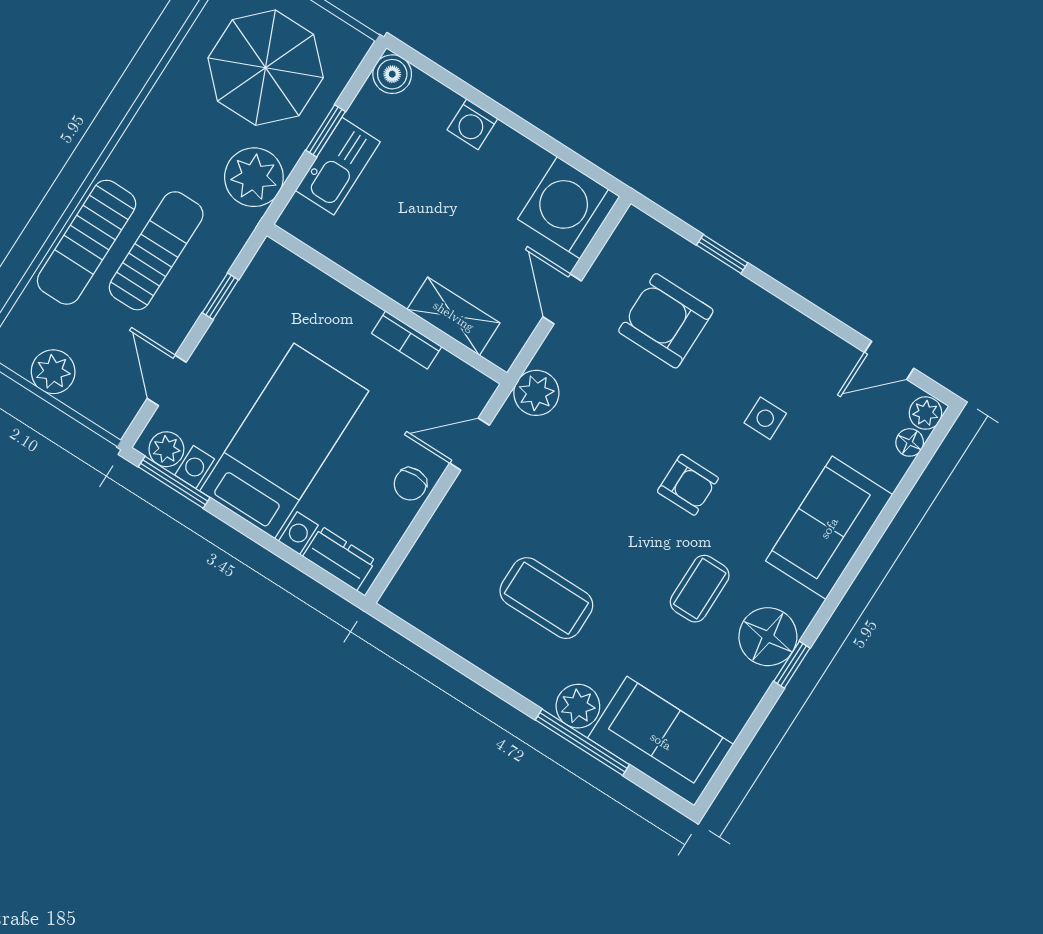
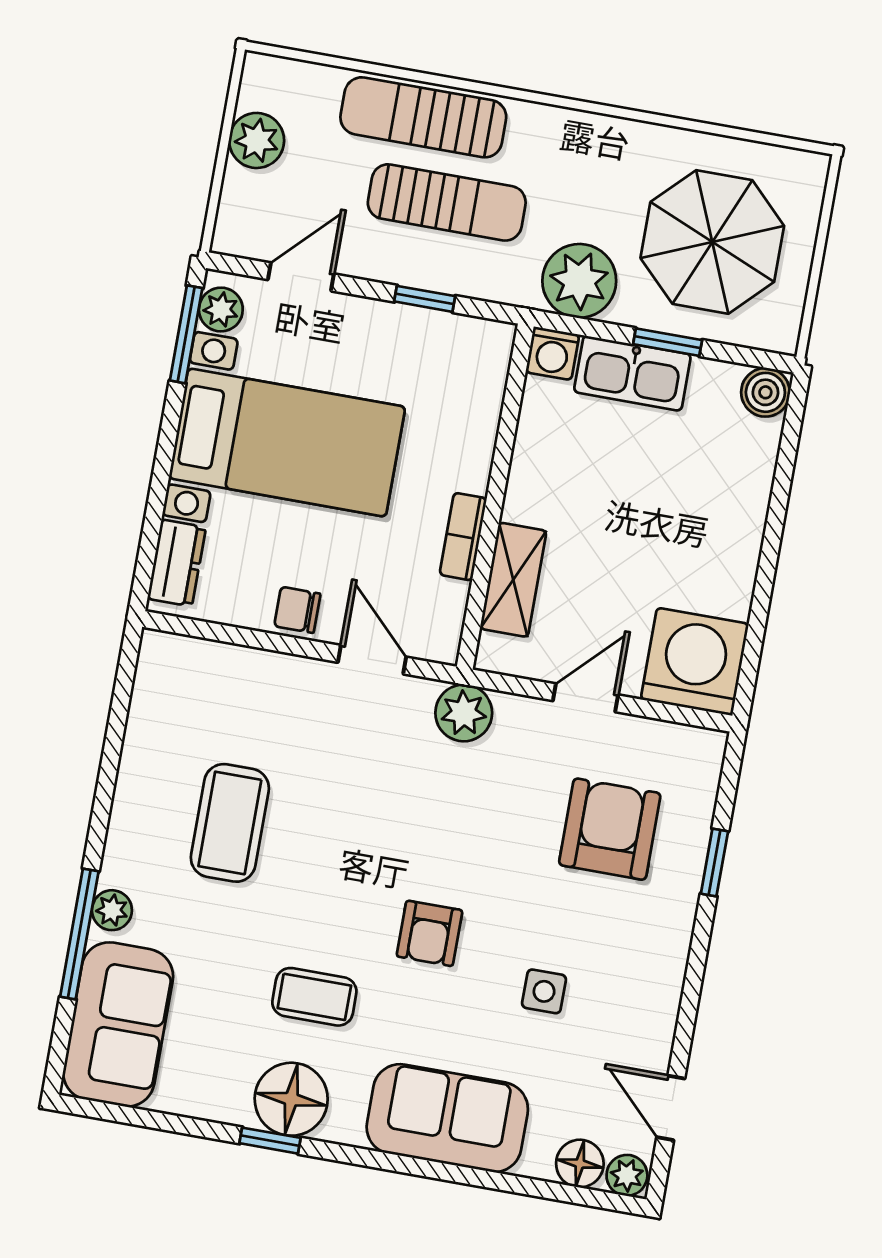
washing machine: (472, 124) -> (552, 353), moved, turned -90
floor lamp: (910, 442) -> (580, 1164), width x1.37, depth x1.37
plant: (578, 706) -> (112, 910), width x0.73, depth x0.73

